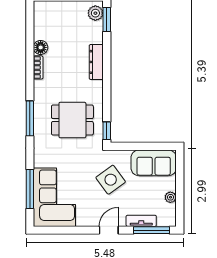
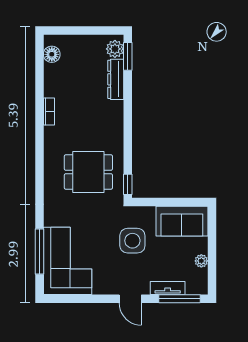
floor lamp: (41, 47) -> (52, 54), moved
dresser: (96, 62) -> (116, 79), moved
window: (30, 118) -> (39, 170), removed
side table: (111, 180) -> (132, 241), turned 36
door: (109, 230) -> (130, 299), swing flipped

